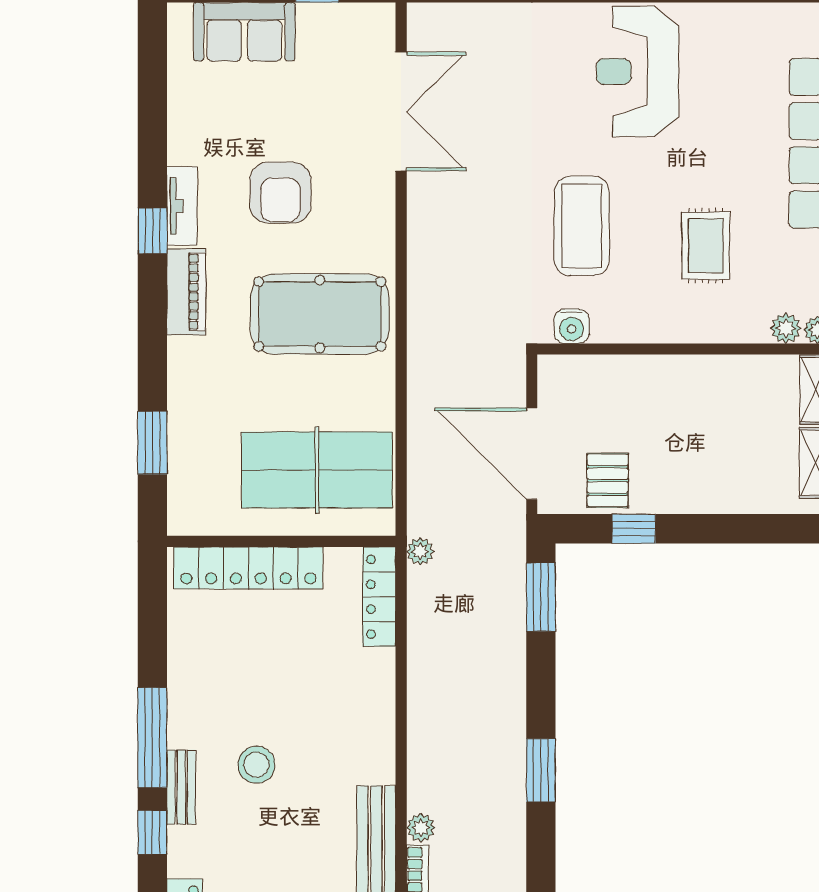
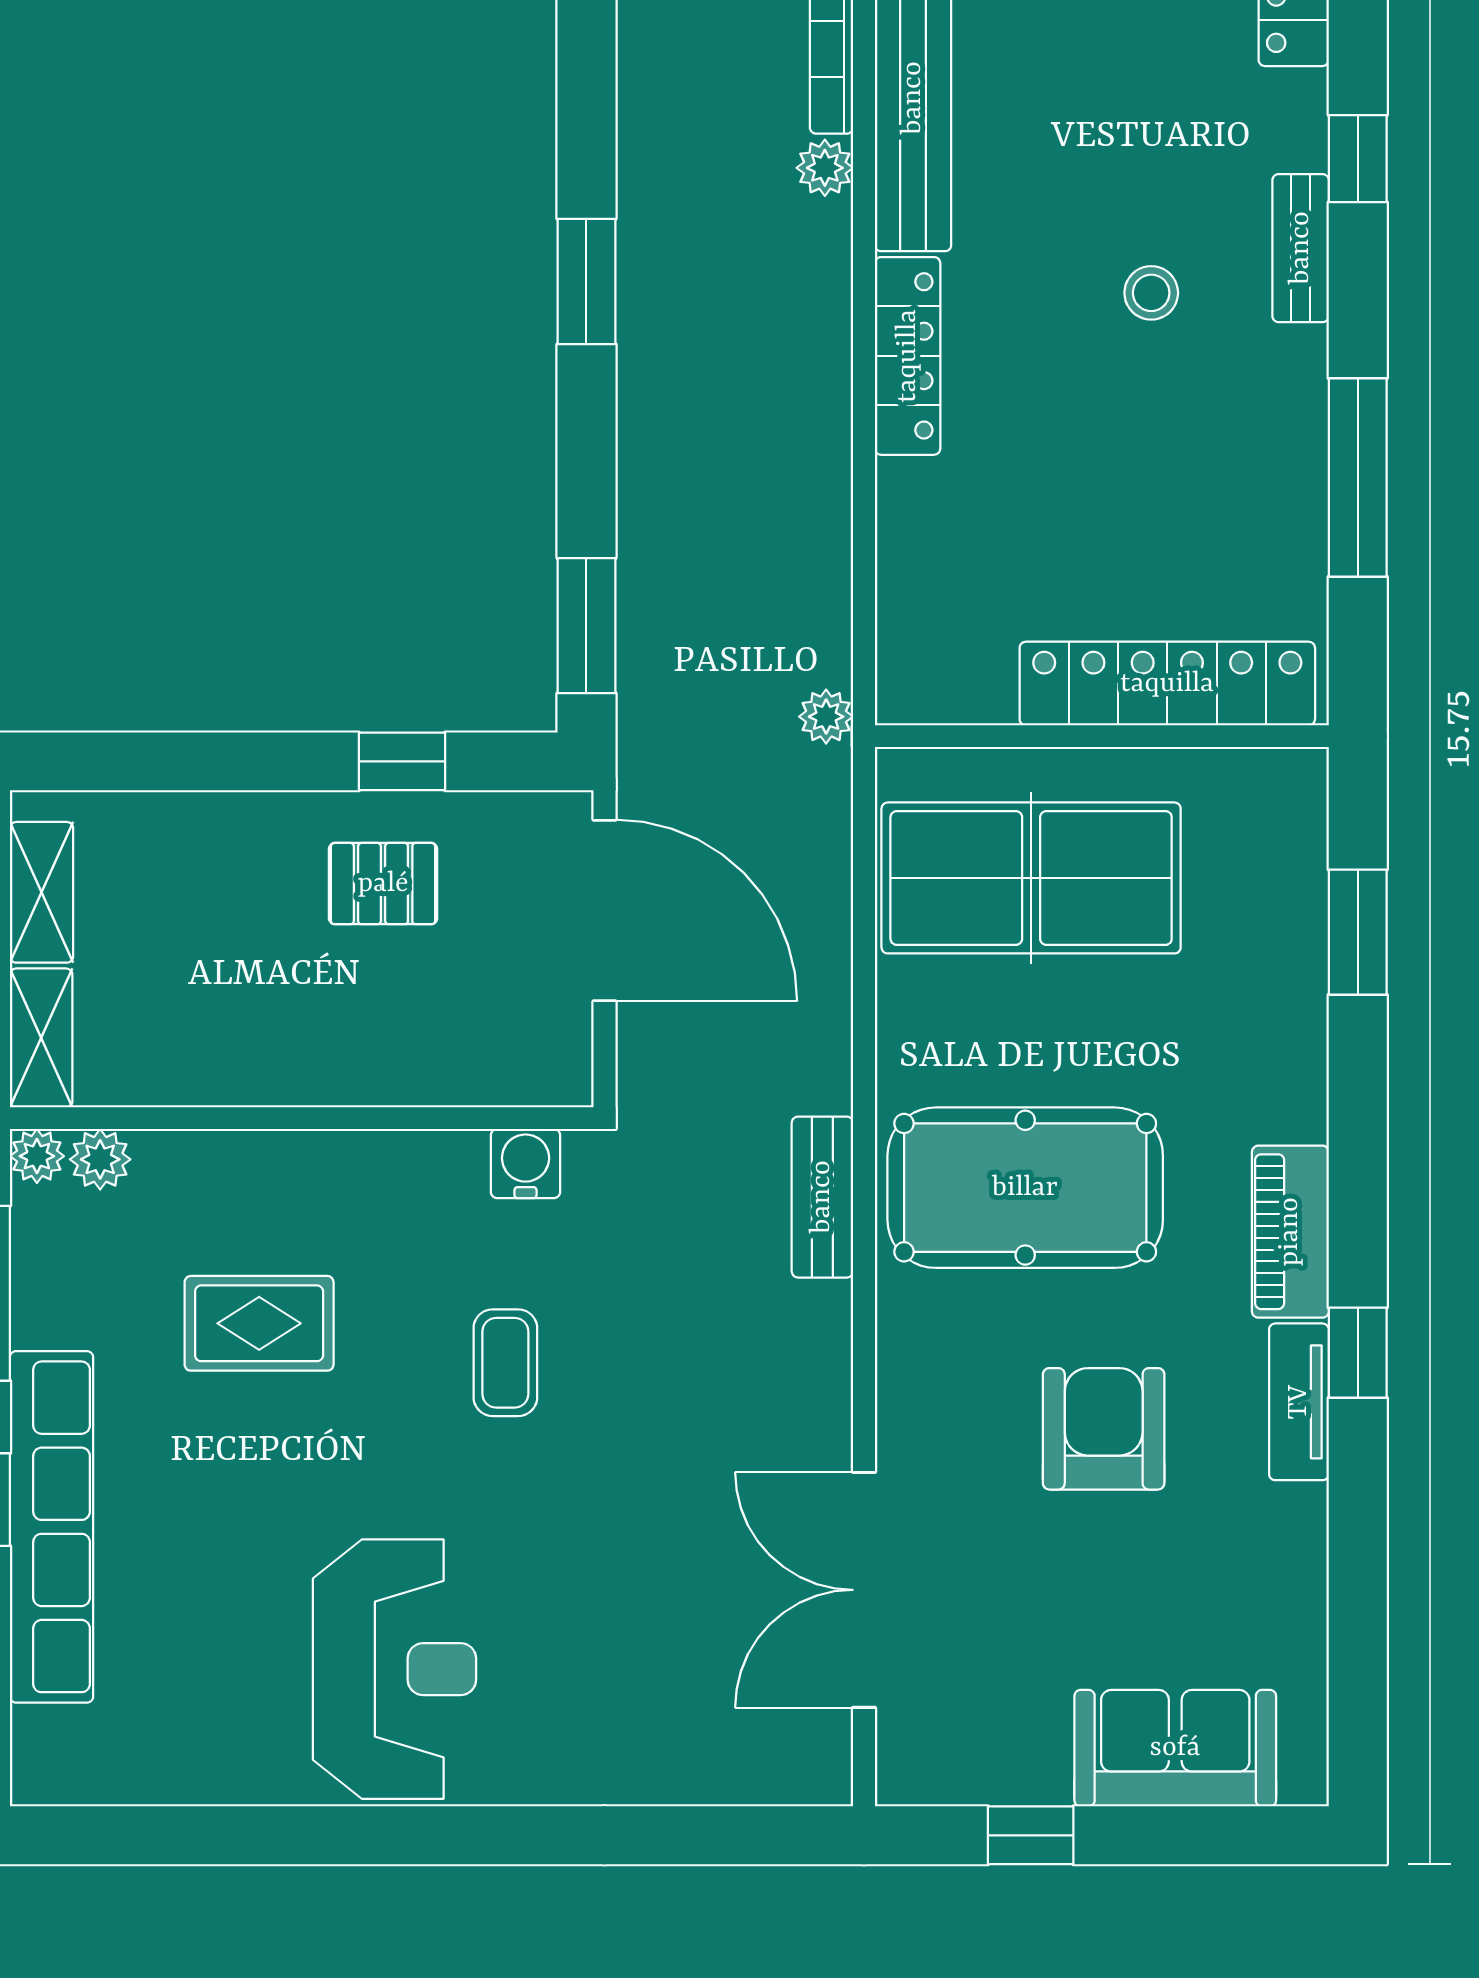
coffee table: (582, 226) -> (505, 1363), width x0.54, depth x0.58
rug: (706, 246) -> (259, 1323), turned 90
bench: (422, 309) -> (822, 1197), added
pallet: (608, 480) -> (383, 884), moved, turned 90
locker: (379, 597) -> (908, 356), moved
window: (152, 738) -> (1358, 478), moved
stool: (256, 765) -> (1151, 293), width x0.73, depth x0.73

